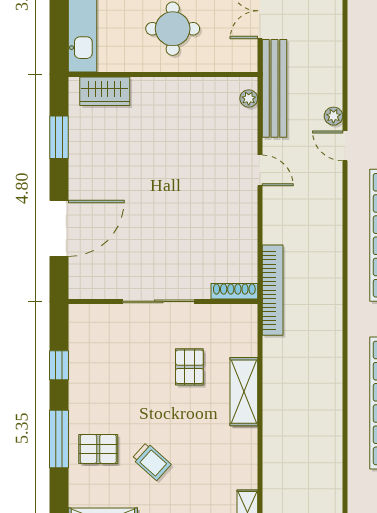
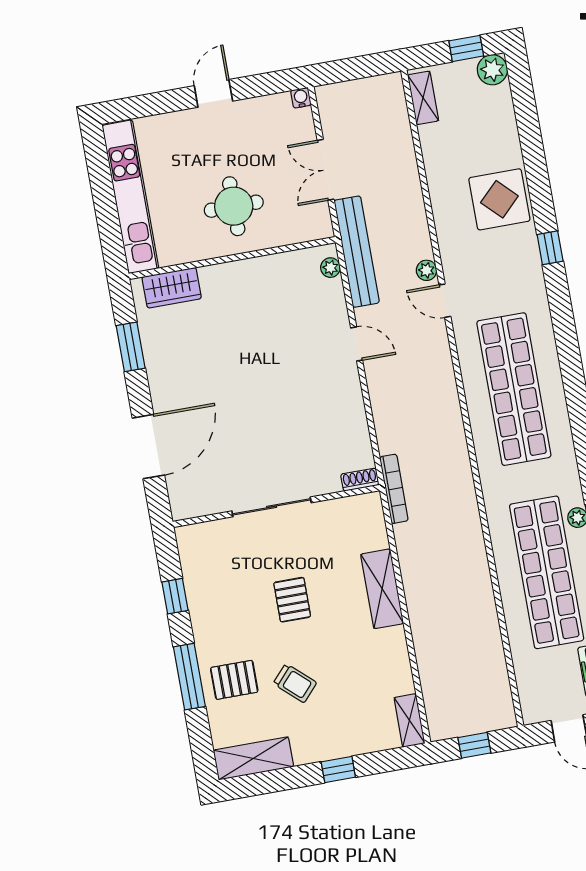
bookcase: (273, 290) -> (394, 489), width x0.68, depth x0.76
shoe rack: (234, 291) -> (360, 480), width x0.70
pallet: (189, 367) -> (292, 600), moved

